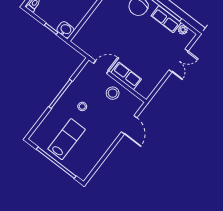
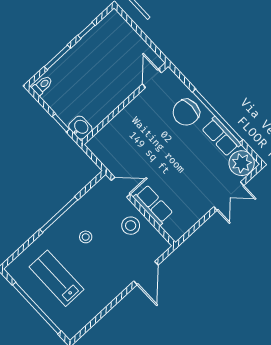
plant: (183, 30) -> (242, 163), width x1.88, depth x1.88
lab bench: (67, 139) -> (57, 278), turned -90

